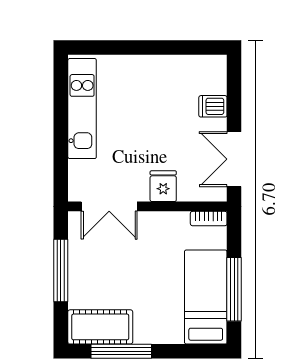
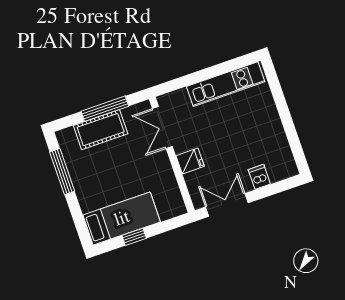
bookcase: (209, 219) -> (178, 201), removed
window: (234, 289) -> (134, 237), width x0.46
cot: (100, 327) -> (101, 130), moved, turned 90

